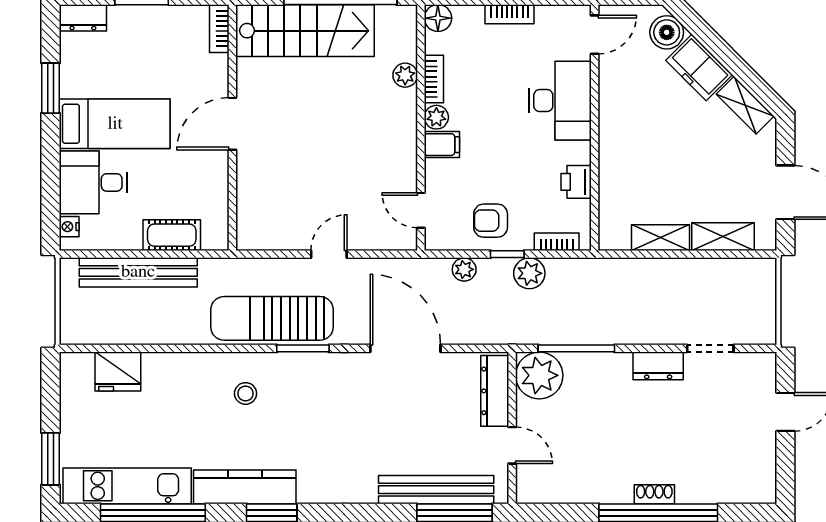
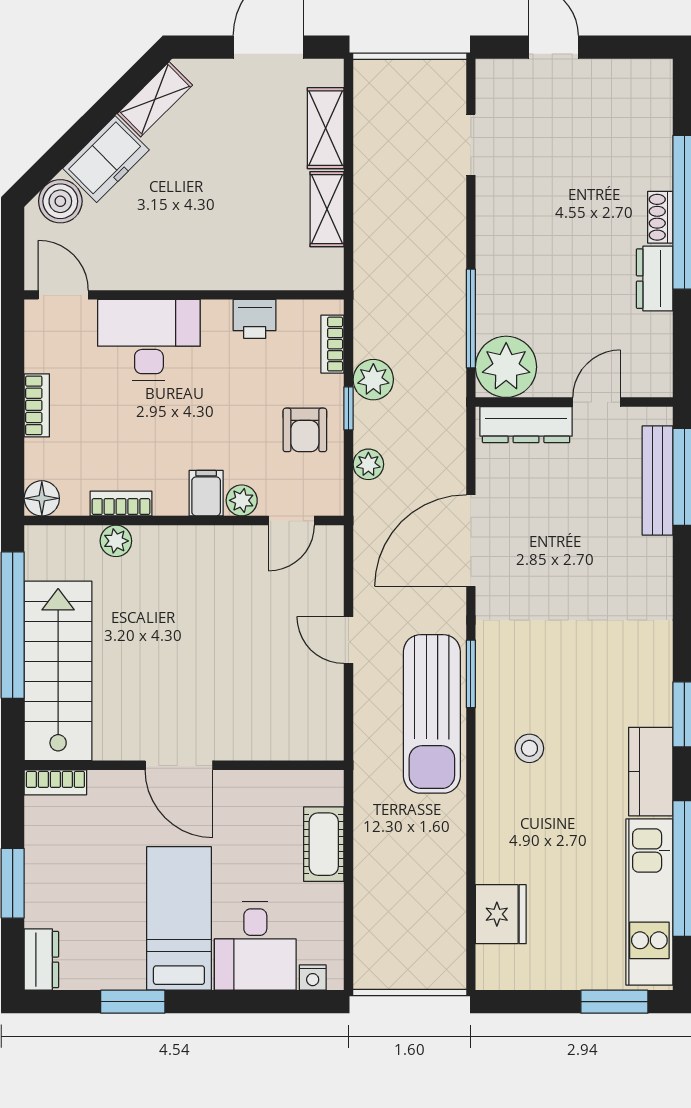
plant: (436, 117) -> (242, 500), moved
bench: (138, 272) -> (372, 888), removed
dresser: (658, 366) -> (655, 279), moved, turned 180
kitchen counter: (245, 487) -> (651, 772), width x0.67
bench: (436, 490) -> (658, 481), width x0.73, depth x0.82

